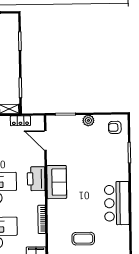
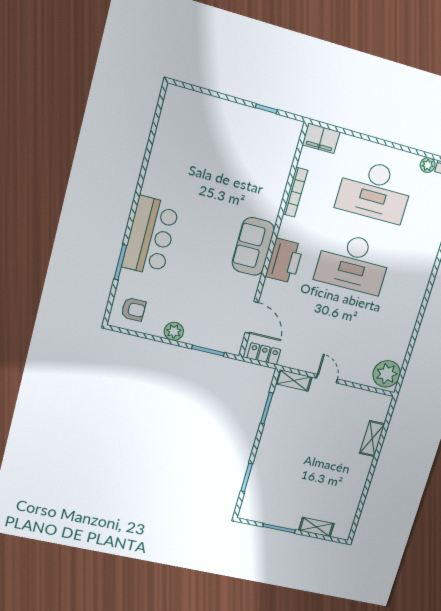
locker: (20, 121) -> (264, 354), moved
bar counter: (117, 203) -> (150, 236), moved
coffee table: (83, 239) -> (237, 140), removed

